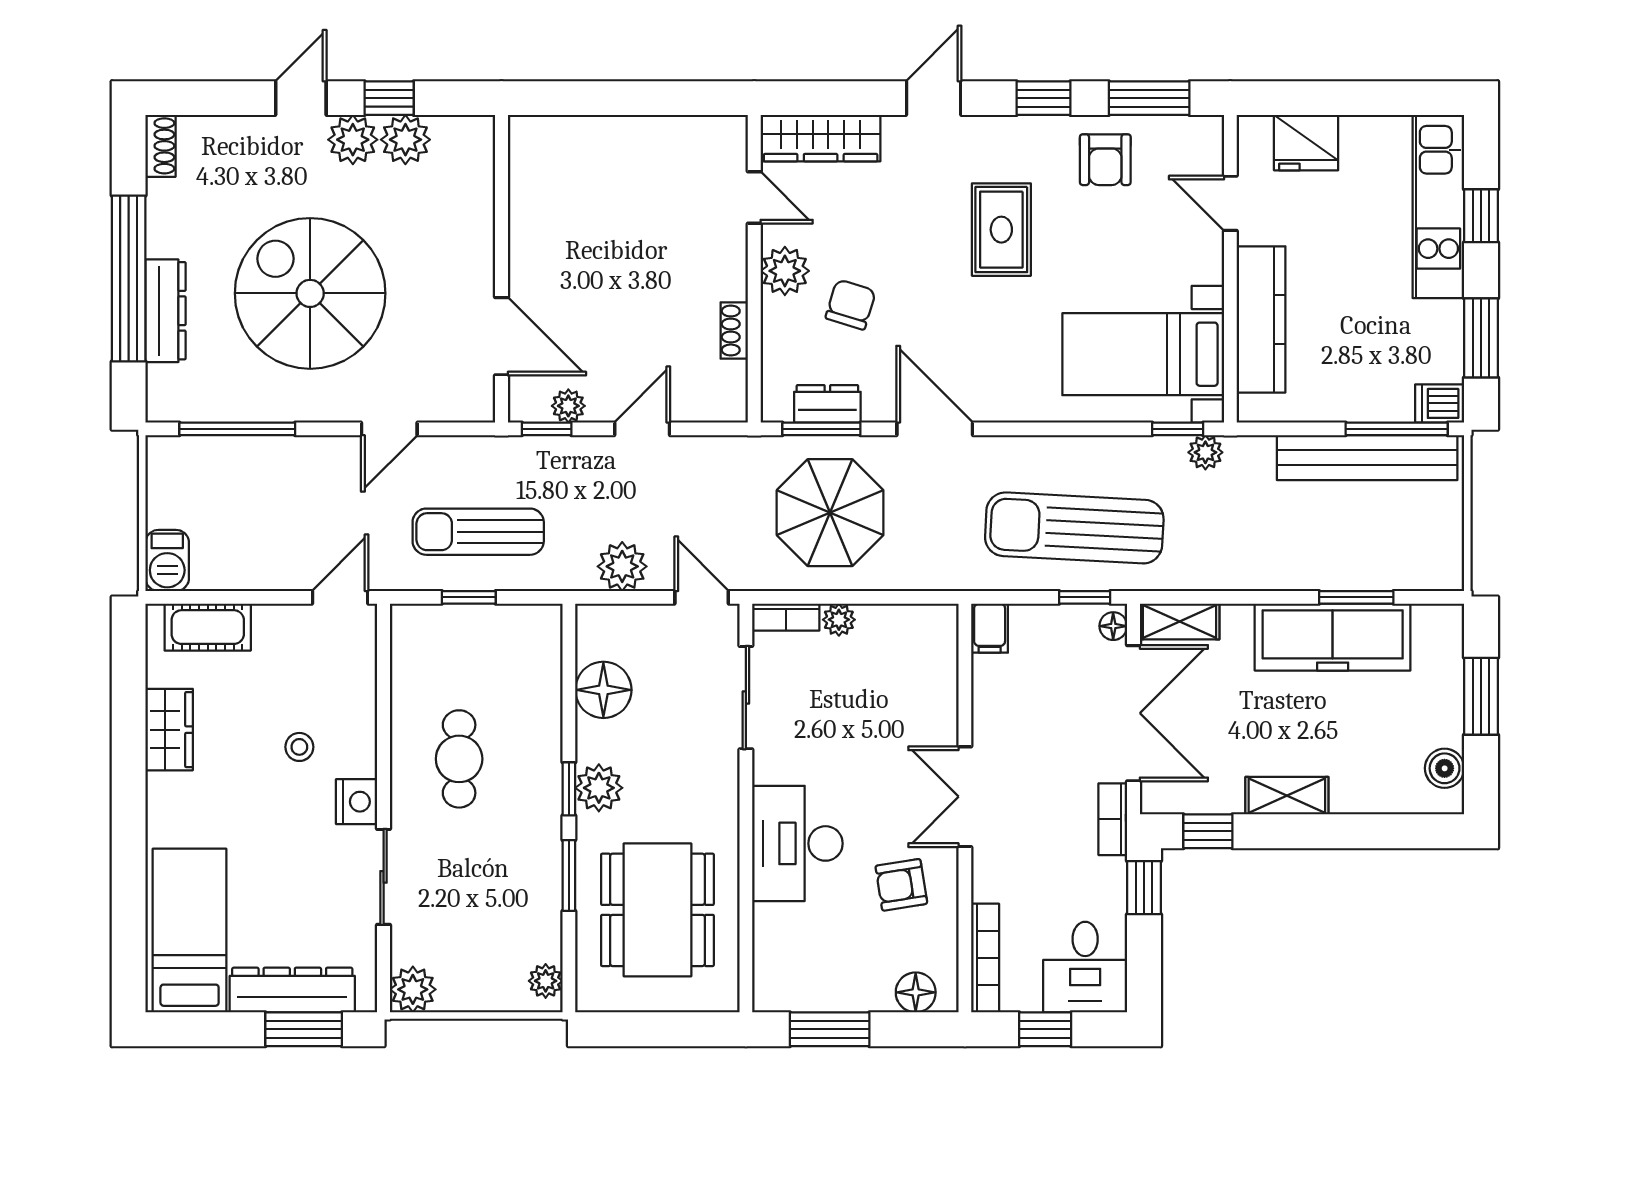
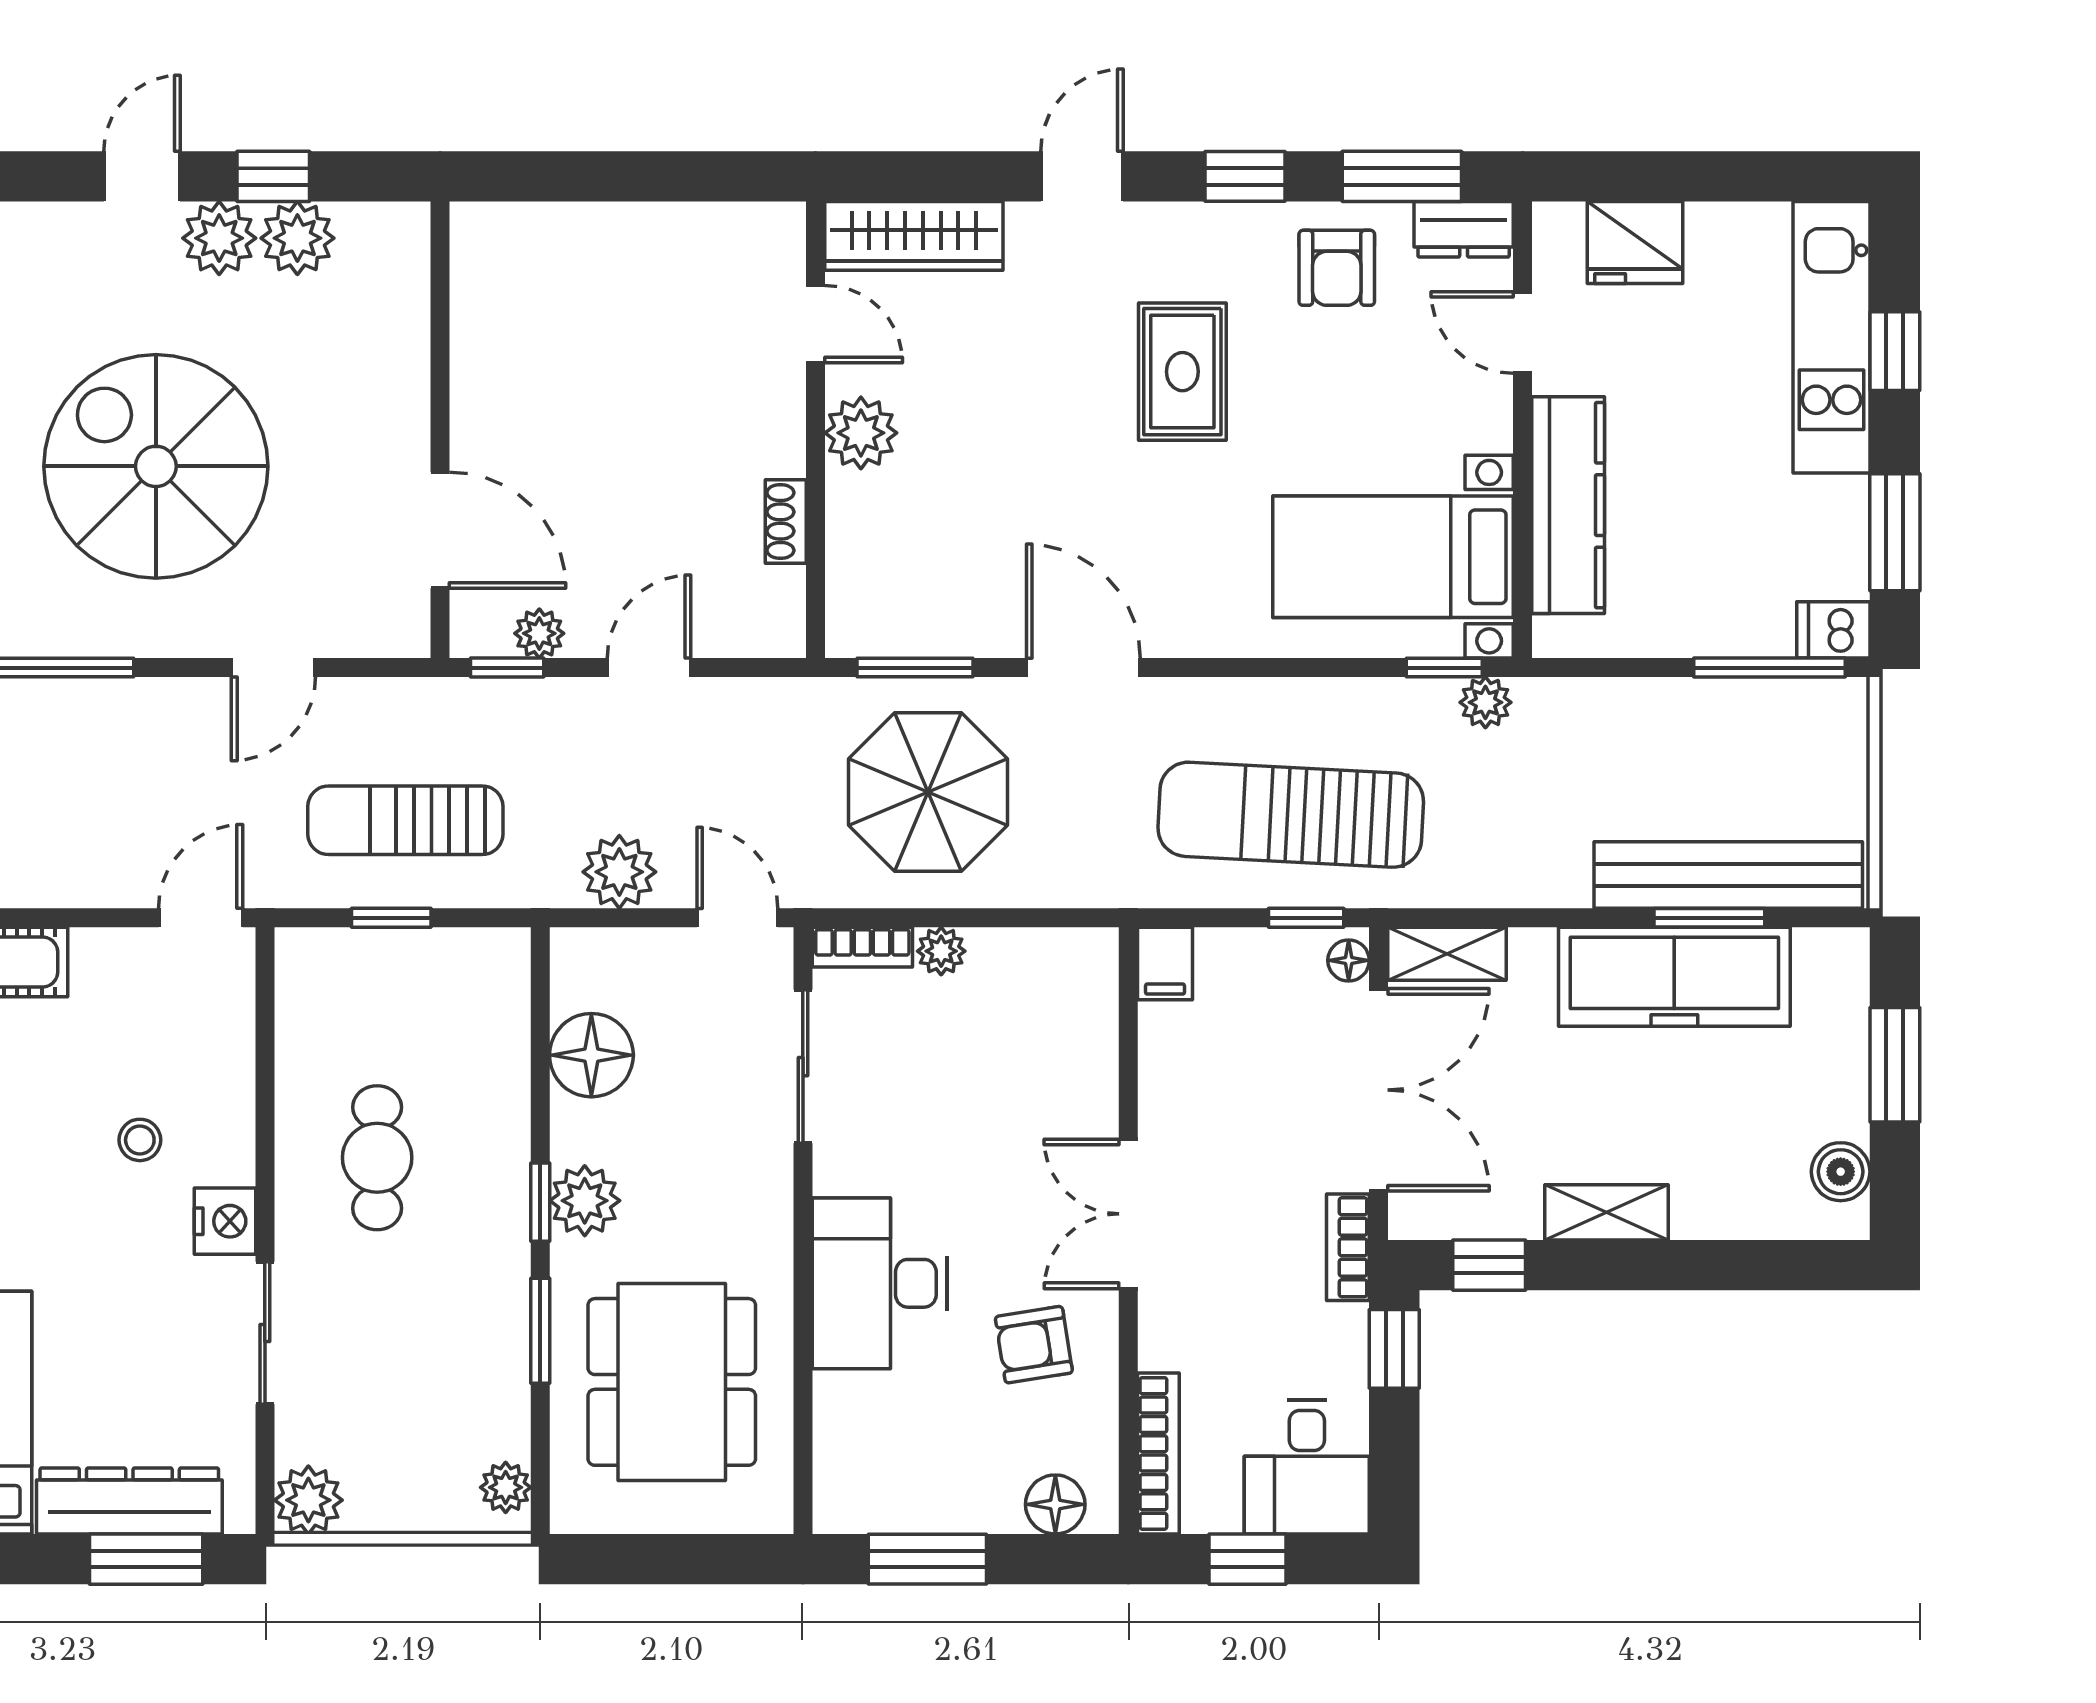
chair: (851, 305) -> (959, 483), removed
dresser: (827, 404) -> (1464, 229), moved, turned 180
bench: (1367, 458) -> (1728, 875), moved

